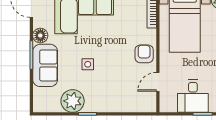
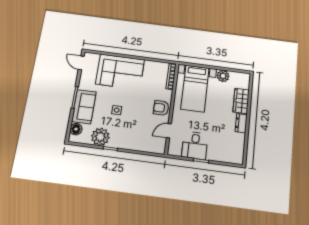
floor lamp: (40, 36) -> (76, 129), moved
armchair: (144, 54) -> (161, 108), turned -90

